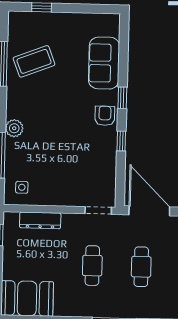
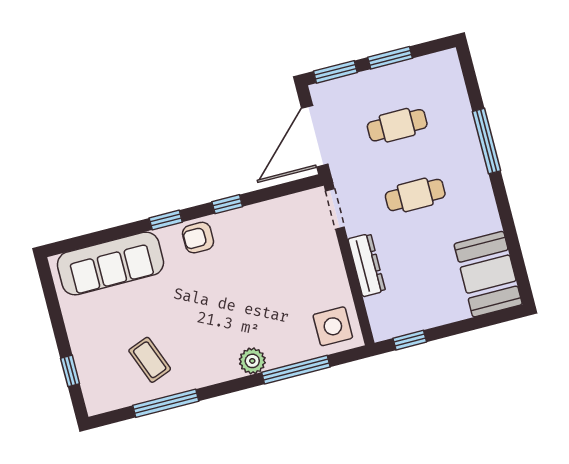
coffee table: (34, 61) -> (150, 360), width x0.73, depth x0.77
sofa: (104, 63) -> (110, 264), width x1.36
side table: (22, 187) -> (333, 326), width x1.87, depth x1.87
dresser: (40, 220) -> (367, 265), moved

